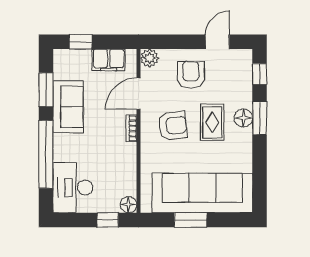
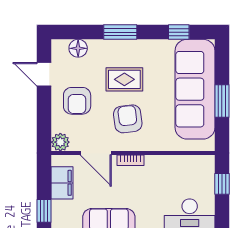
window: (260, 74) -> (179, 32), moved
armchair: (191, 75) -> (77, 101), turned -90
floor lamp: (243, 118) -> (78, 48), moved
floor lamp: (129, 205) -> (207, 163), removed

